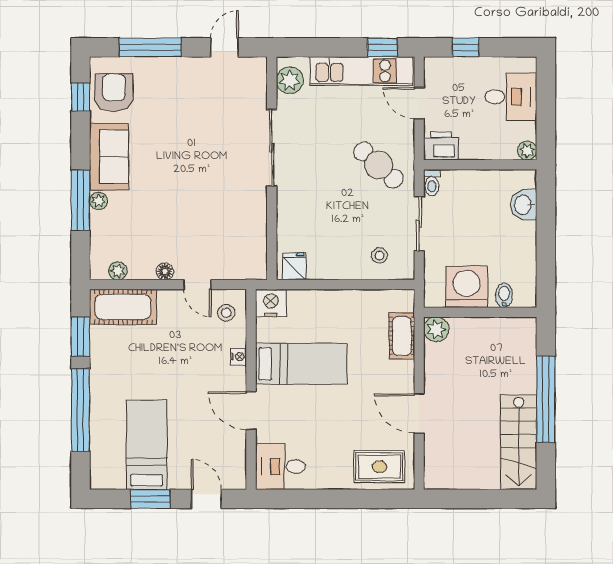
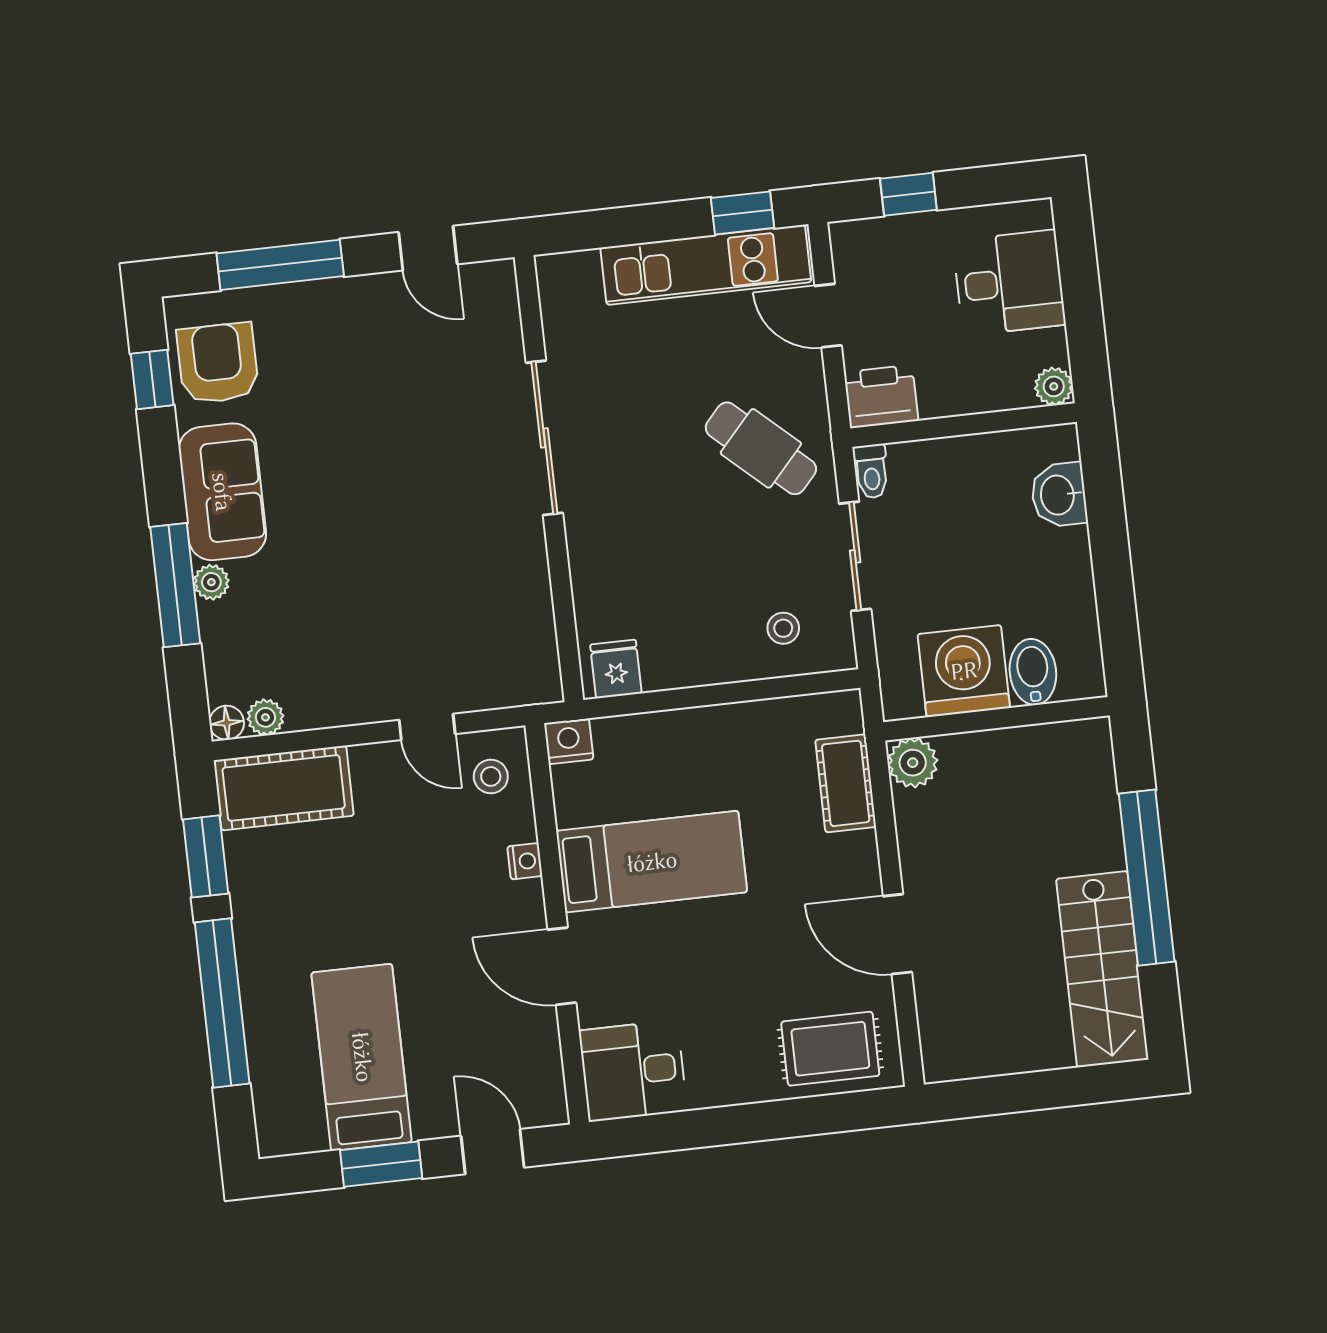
door: (224, 47) -> (428, 248), swing flipped
plant: (290, 80) -> (565, 299), removed
floor lamp: (165, 271) -> (227, 723), moved
bidet: (504, 295) -> (1033, 672), width x1.38, depth x1.36
nightstand: (271, 303) -> (569, 741), width x0.74, depth x0.75

